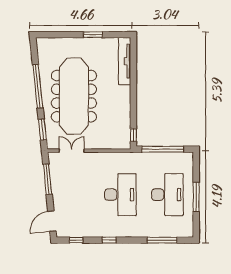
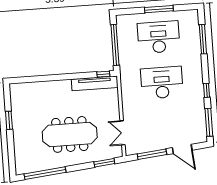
tv unit: (125, 61) -> (95, 83), moved
window: (38, 86) -> (45, 173), moved
meeting table: (74, 96) -> (70, 134), width x0.73, depth x0.79
door: (52, 221) -> (182, 149), moved
window: (76, 240) -> (209, 122), width x2.17

